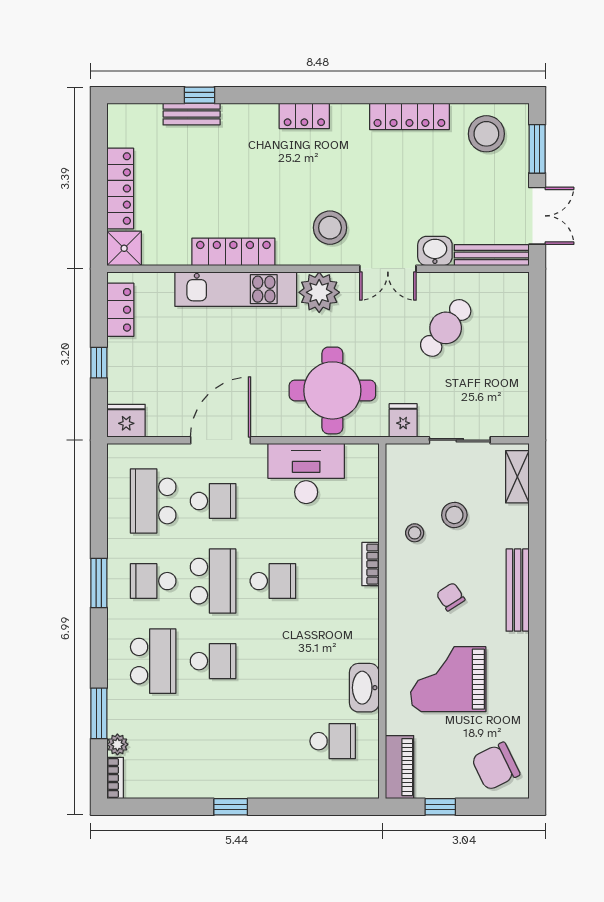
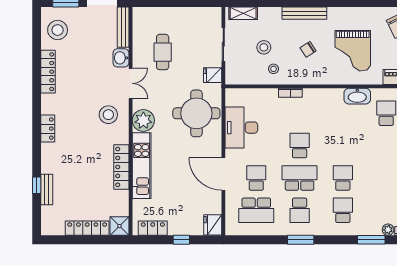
cafe table: (446, 328) -> (163, 52), turned 51
school desk: (153, 661) -> (343, 210), width x0.54

